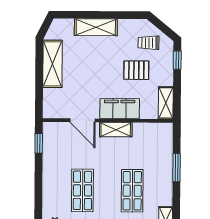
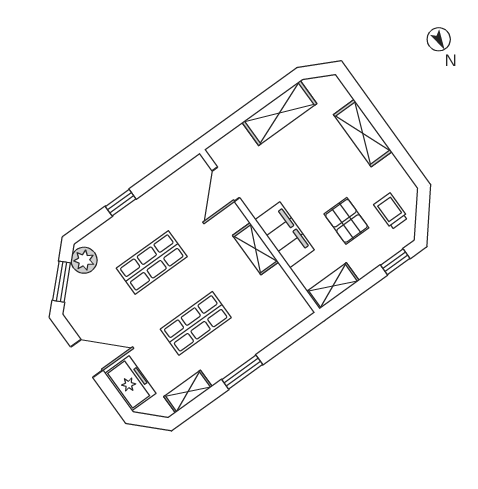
door: (83, 120) -> (226, 184), moved
window: (39, 143) -> (121, 203), moved
window: (176, 168) -> (242, 372), moved

